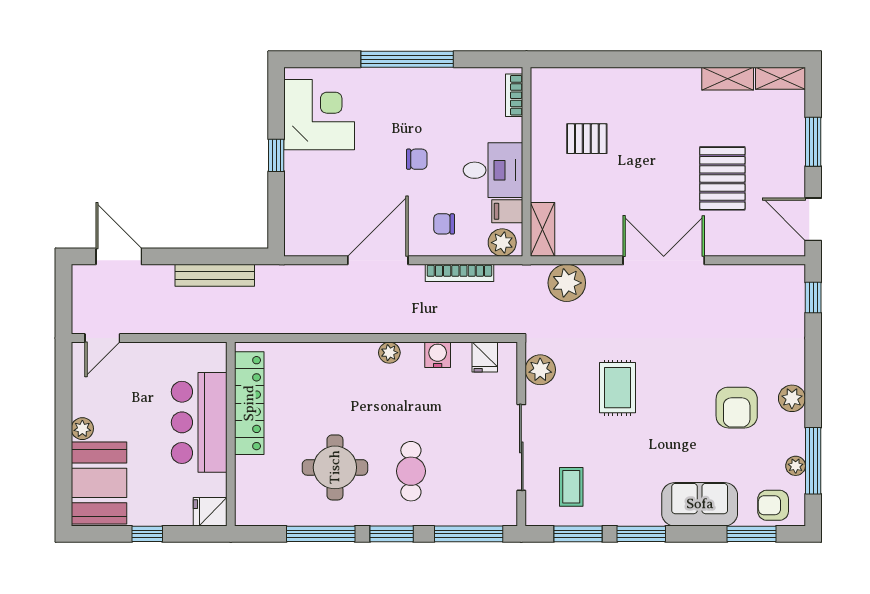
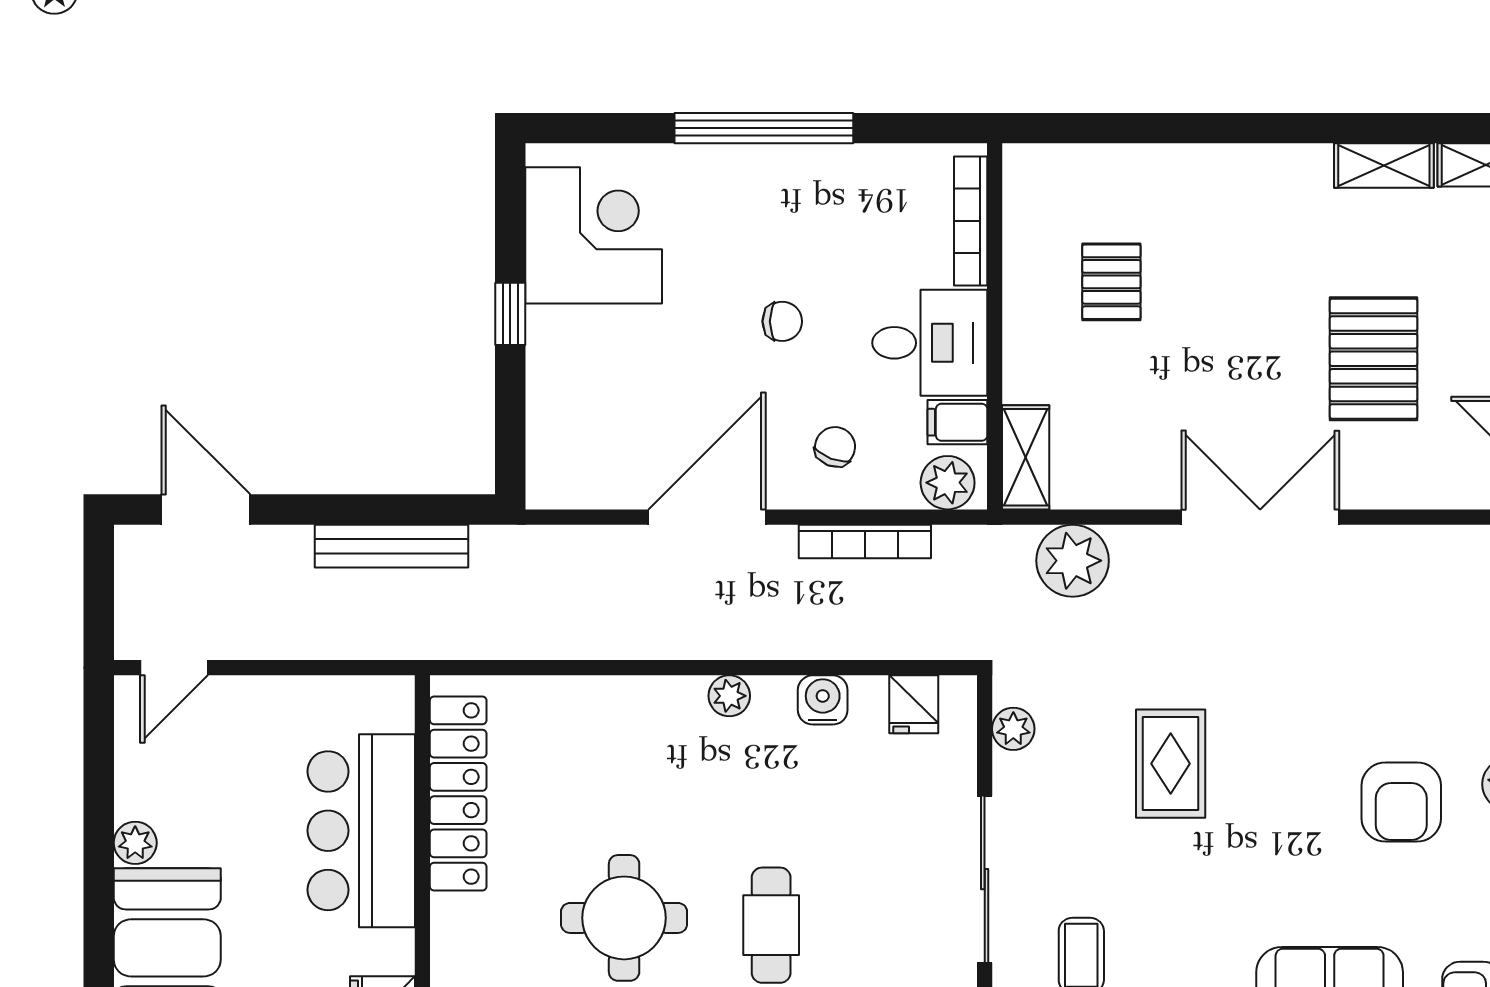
bookcase: (514, 95) -> (971, 221), width x1.56
pallet: (587, 139) -> (1111, 282), turned 90
chair: (444, 224) -> (835, 447), turned 111
plant: (540, 370) -> (1013, 729), width x0.73, depth x0.73

